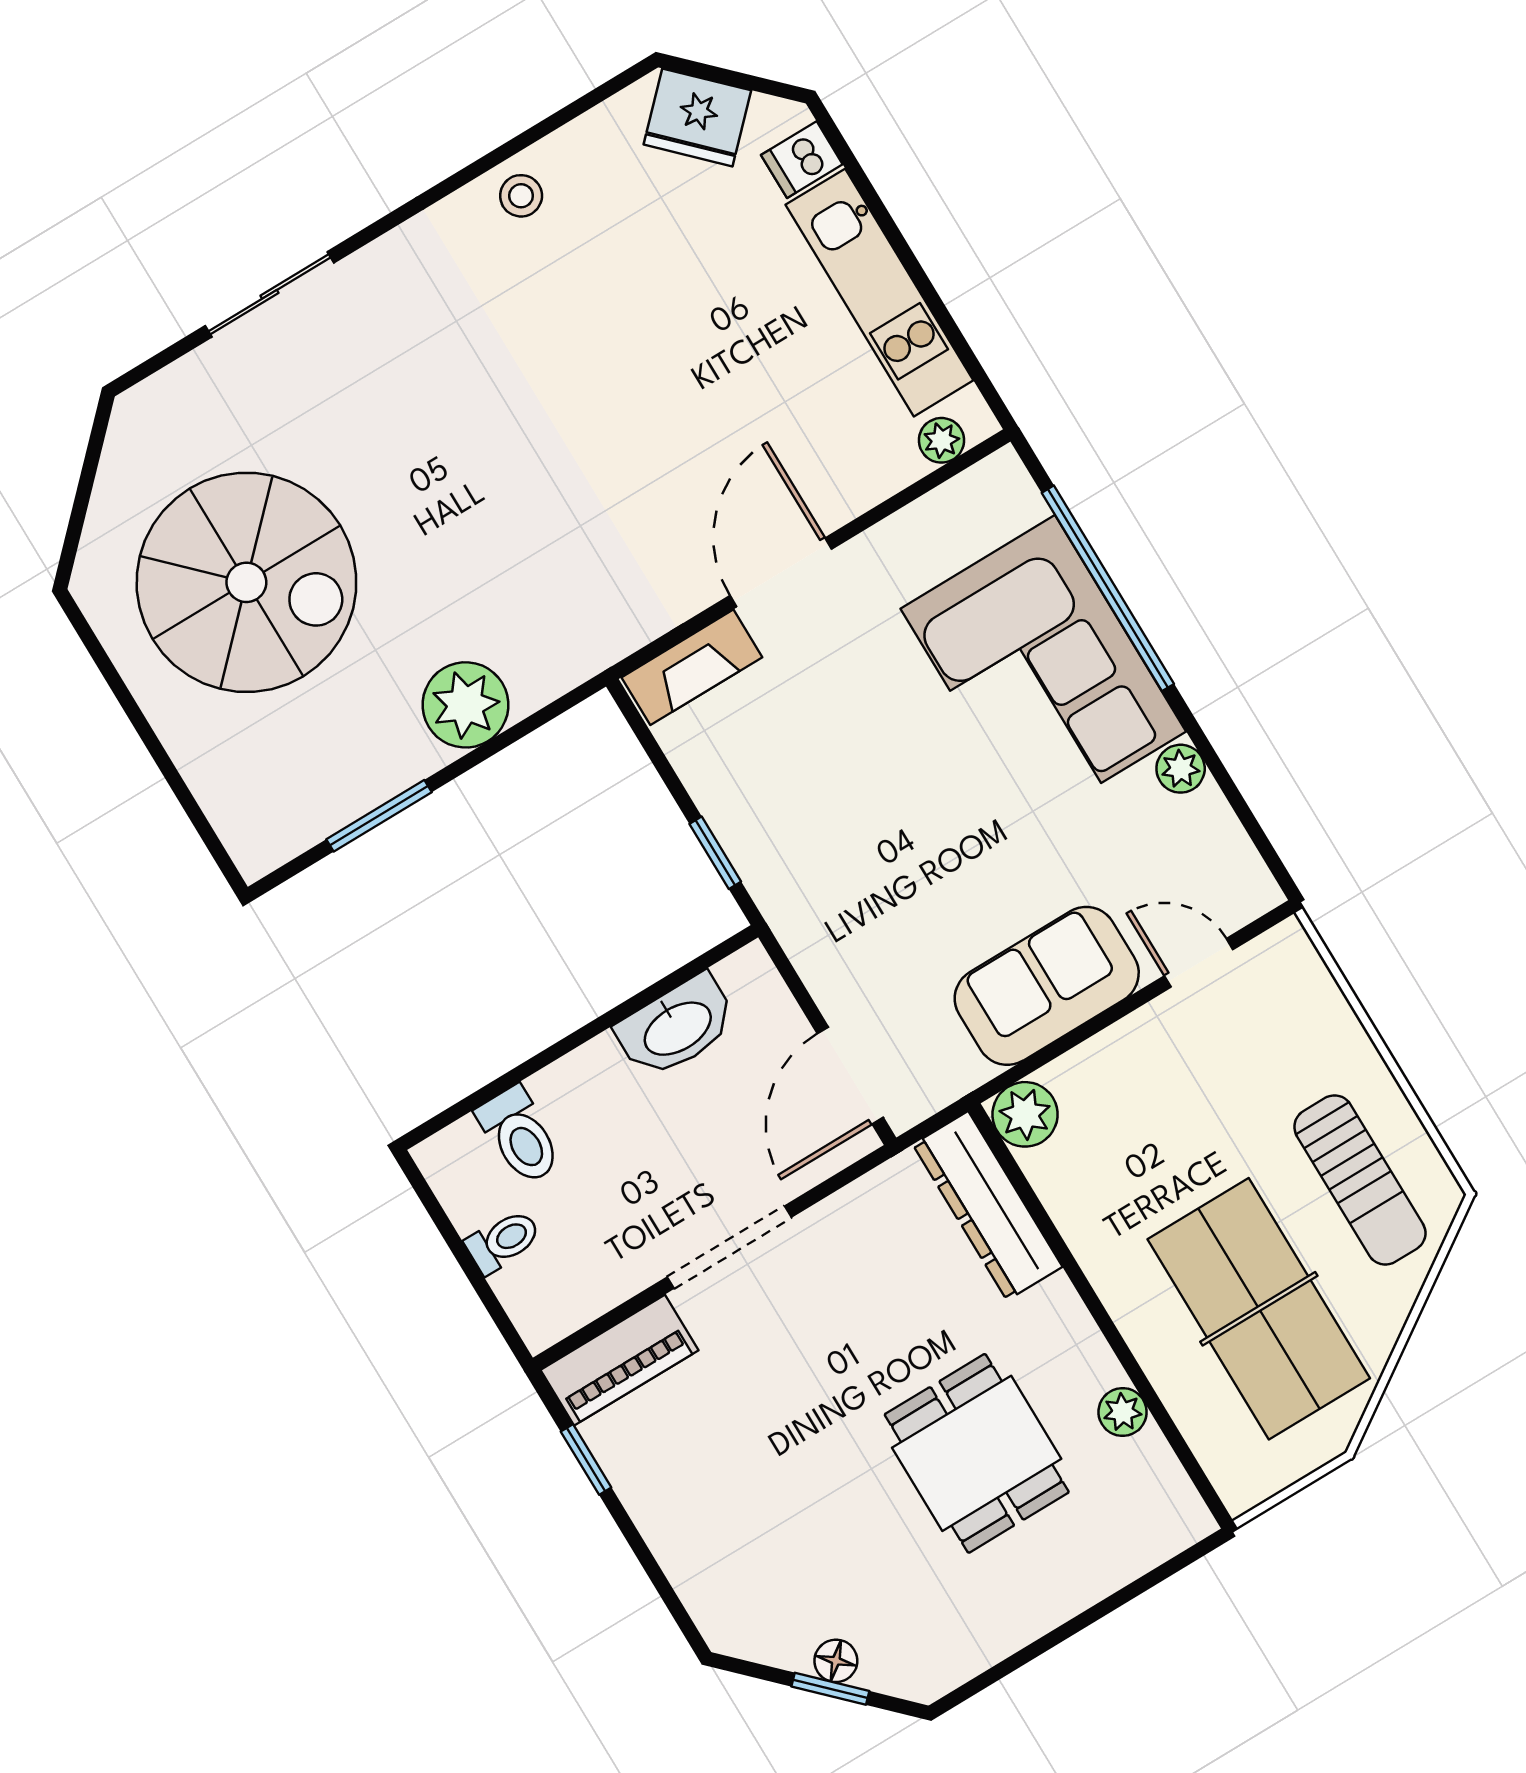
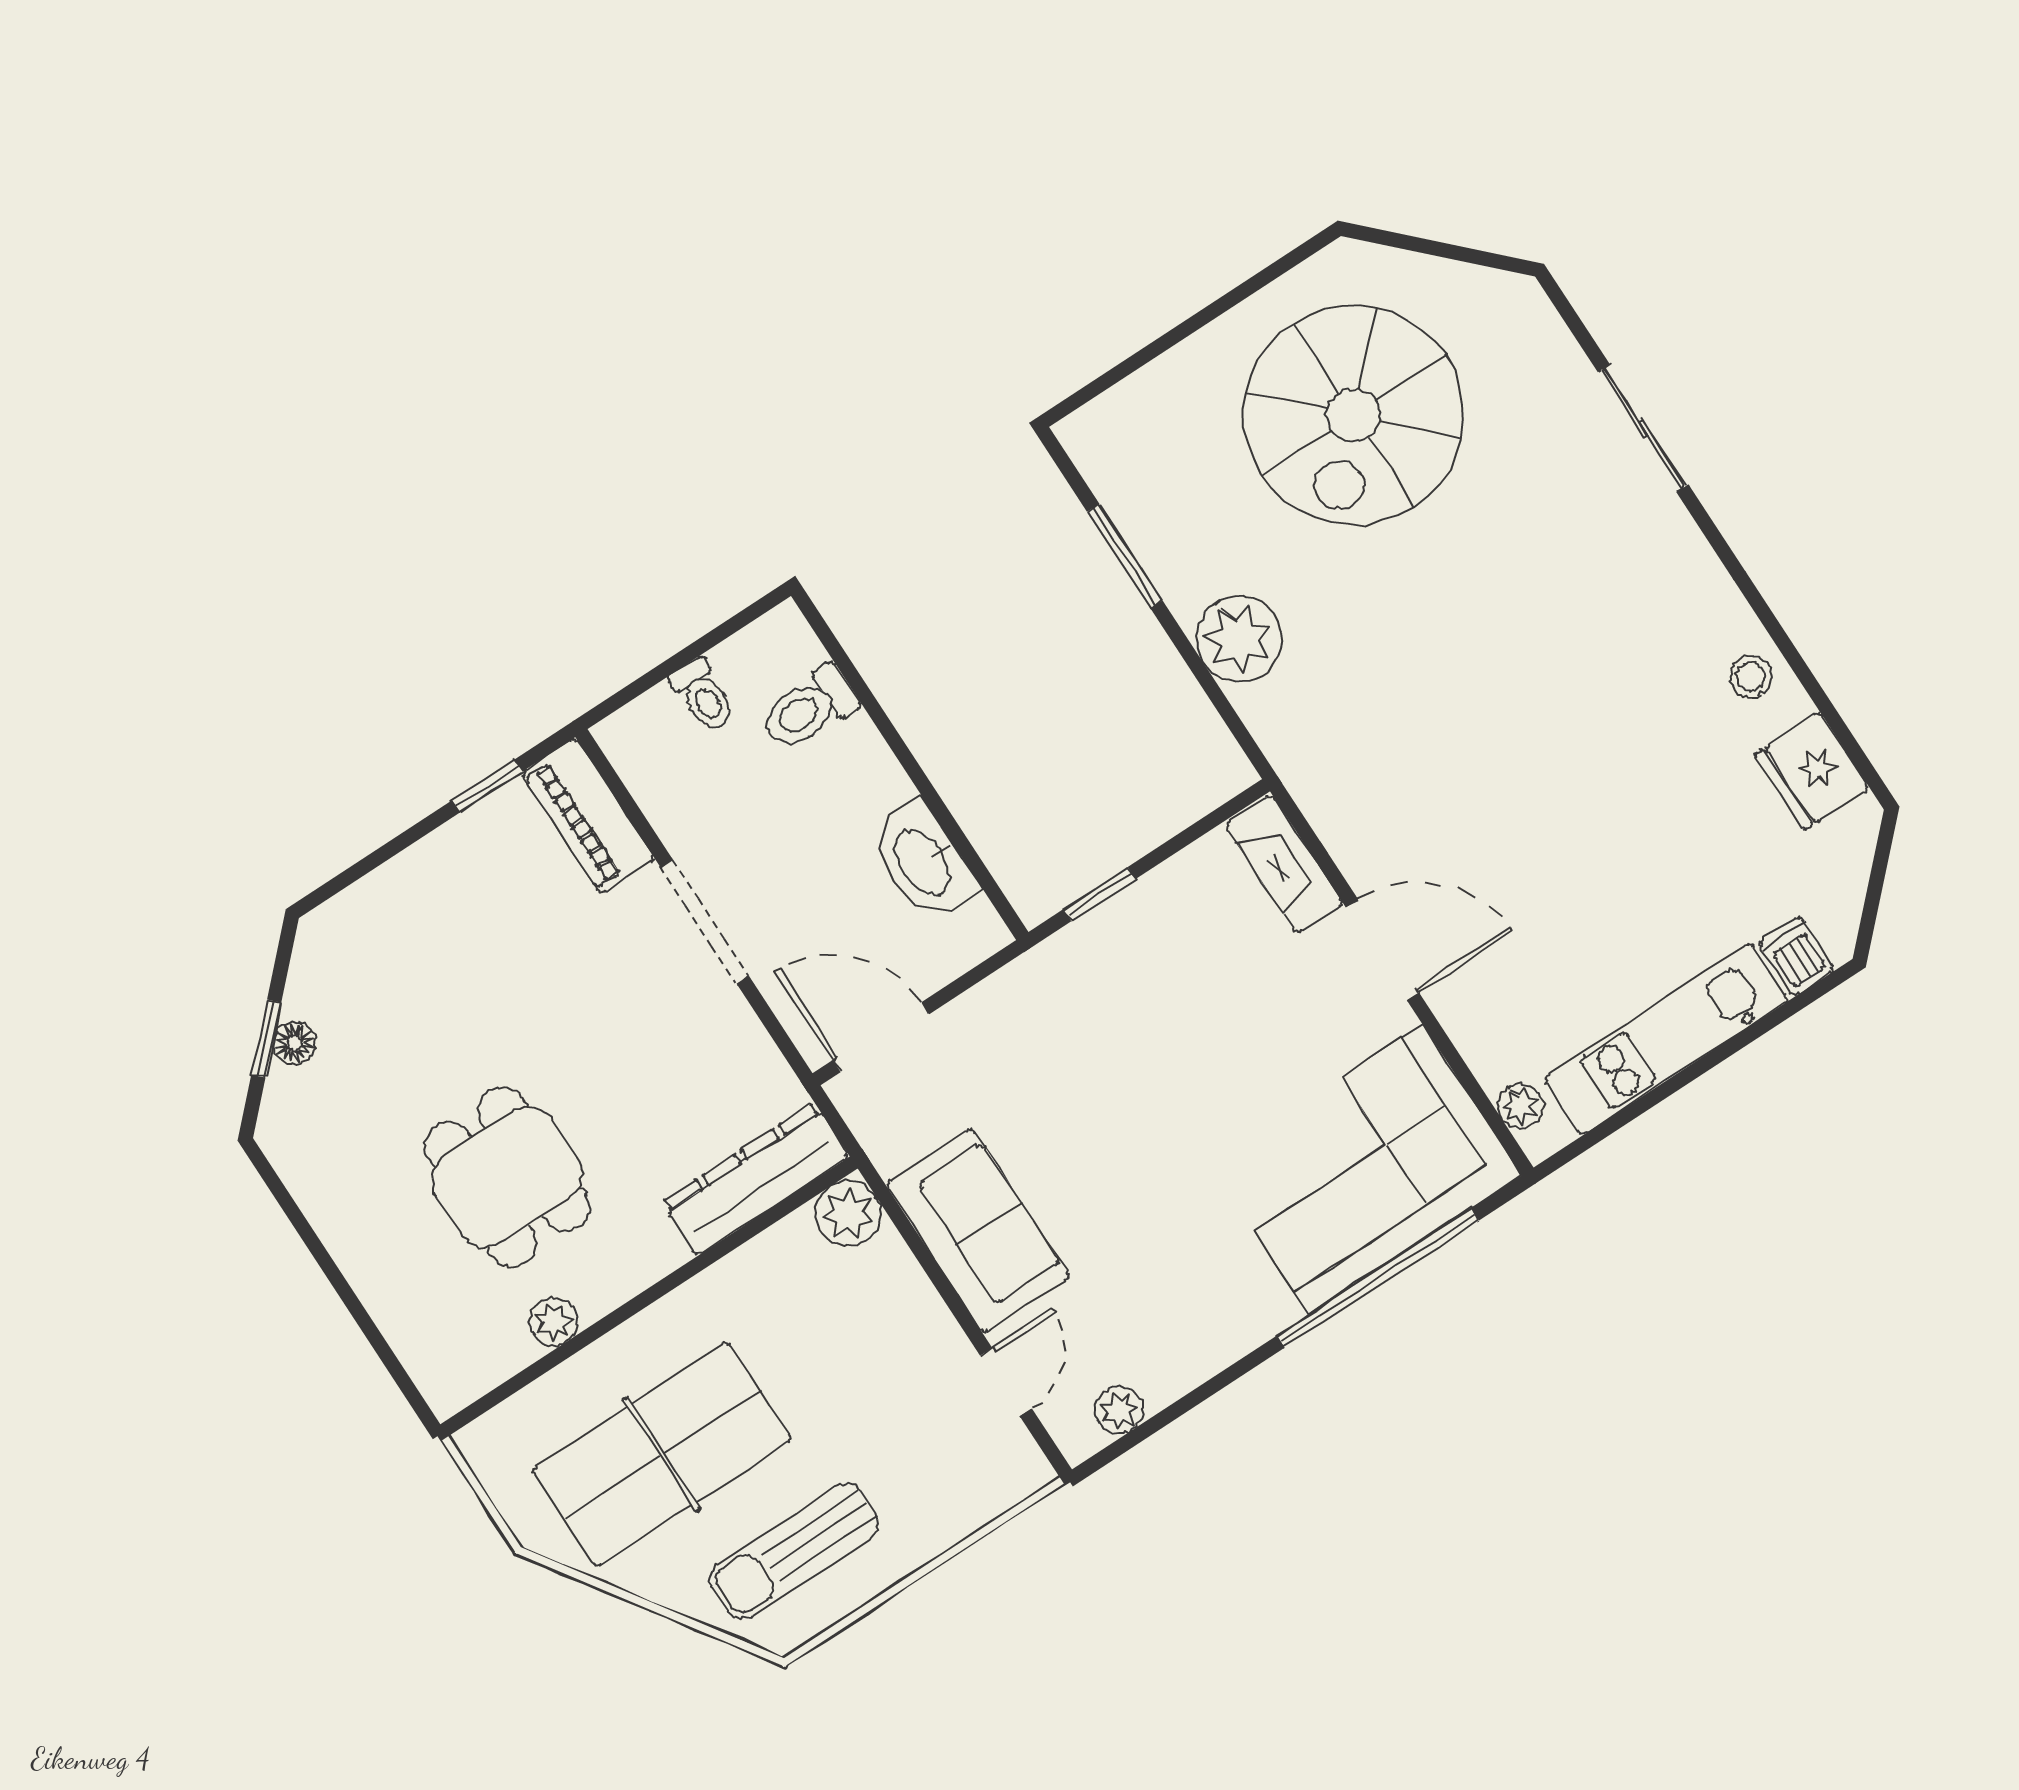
fridge: (697, 117) -> (1812, 771), moved, turned -45
corner sofa: (1043, 670) -> (1366, 1169), moved
plant: (1181, 769) -> (1119, 1410), moved
dining table: (977, 1453) -> (507, 1177), turned 90

